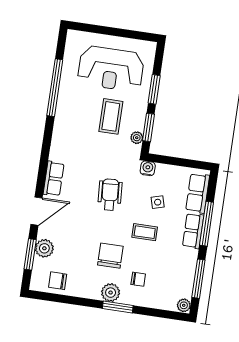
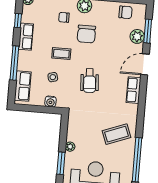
coffee table: (111, 116) -> (116, 134), moved, turned 69
window: (148, 127) -> (63, 134), removed
plant: (137, 138) -> (70, 147), moved
water cooler: (148, 168) -> (50, 102), moved
row of seats: (193, 231) -> (26, 37), moved
window: (198, 279) -> (18, 21), width x0.46

